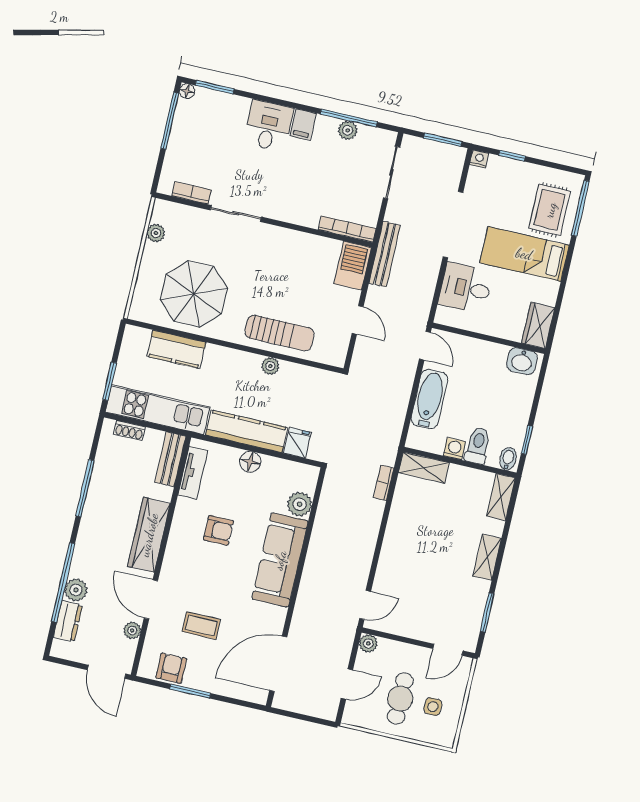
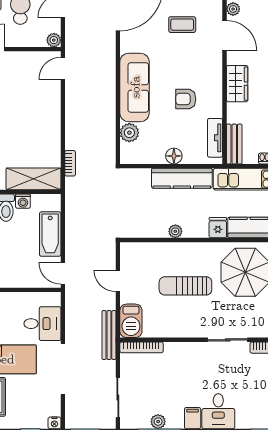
sun lounger: (279, 333) -> (185, 286), moved
fridge: (298, 443) -> (218, 228), moved, turned 180
shelving: (424, 468) -> (33, 179), width x1.50, depth x1.33
wardrobe: (149, 535) -> (237, 84), width x0.67

